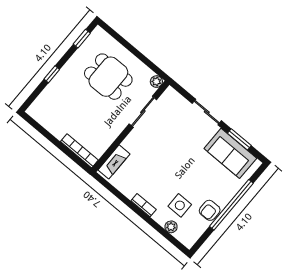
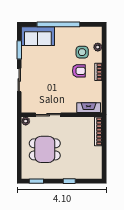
dining table: (108, 77) -> (45, 149), turned 90
sofa: (230, 153) -> (38, 36), moved, turned 90
armchair: (210, 210) -> (79, 71), moved

